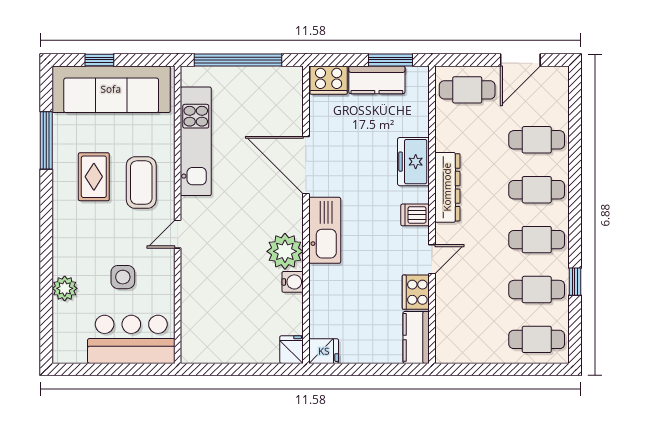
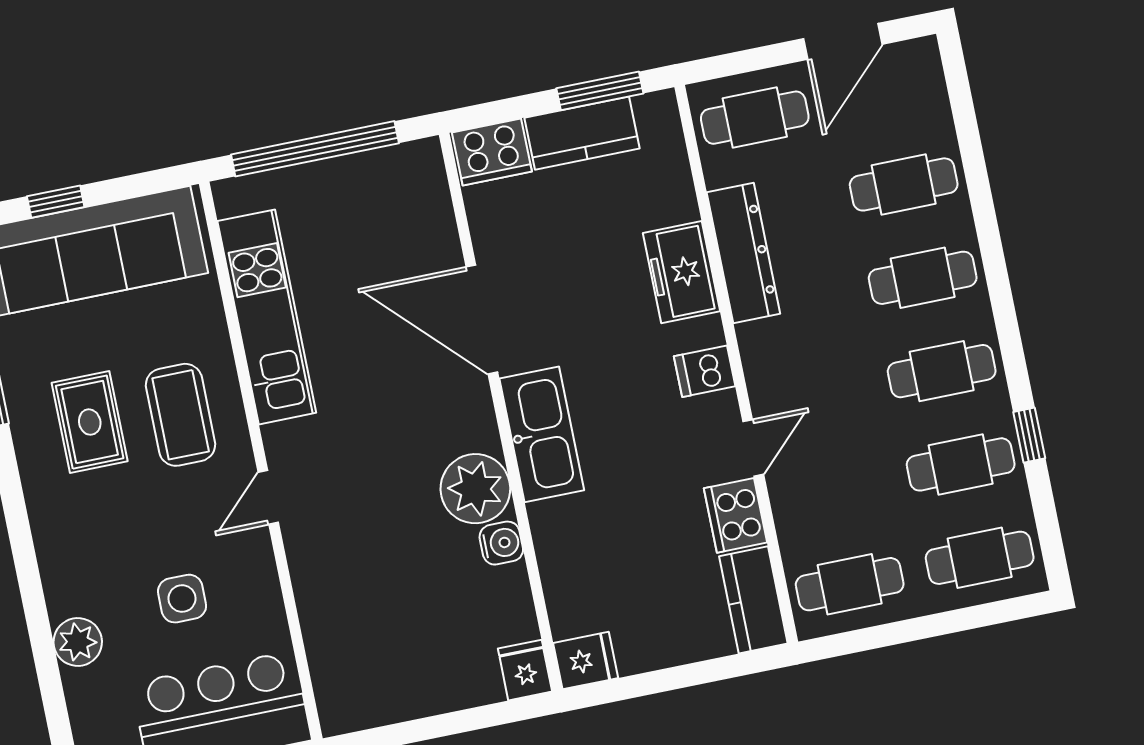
dresser: (447, 187) -> (743, 253), moved
cafe table: (467, 339) -> (850, 584), added

